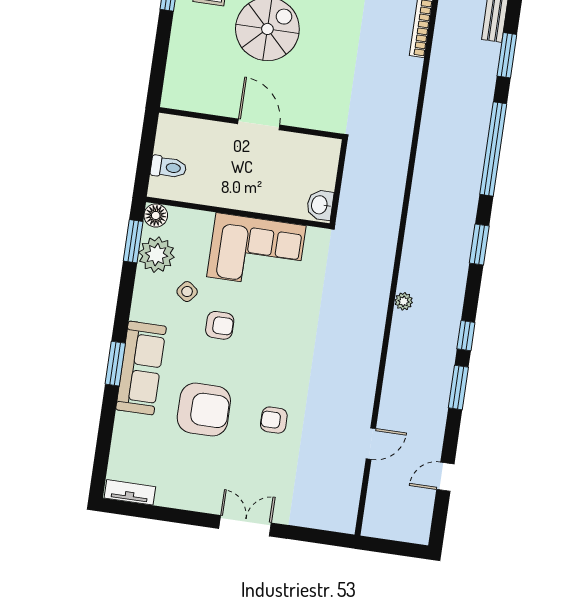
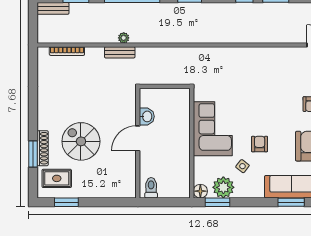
bench: (406, 115) -> (120, 52), added
toilet: (168, 167) -> (151, 188), moved
washbasin: (320, 205) -> (147, 116), moved, turned -90
plant: (404, 301) -> (124, 38), moved

